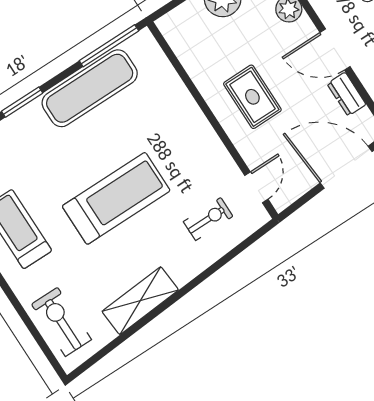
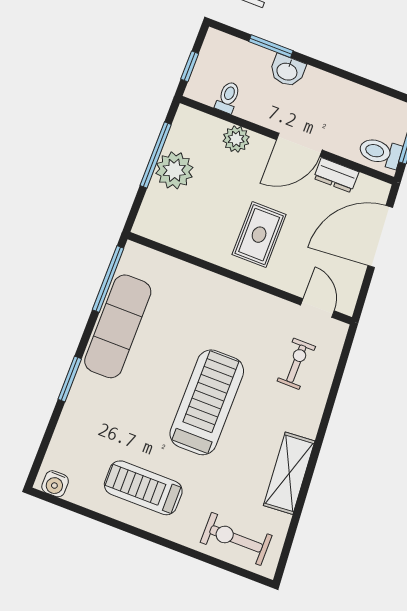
rug: (252, 97) -> (259, 235), turned 90

